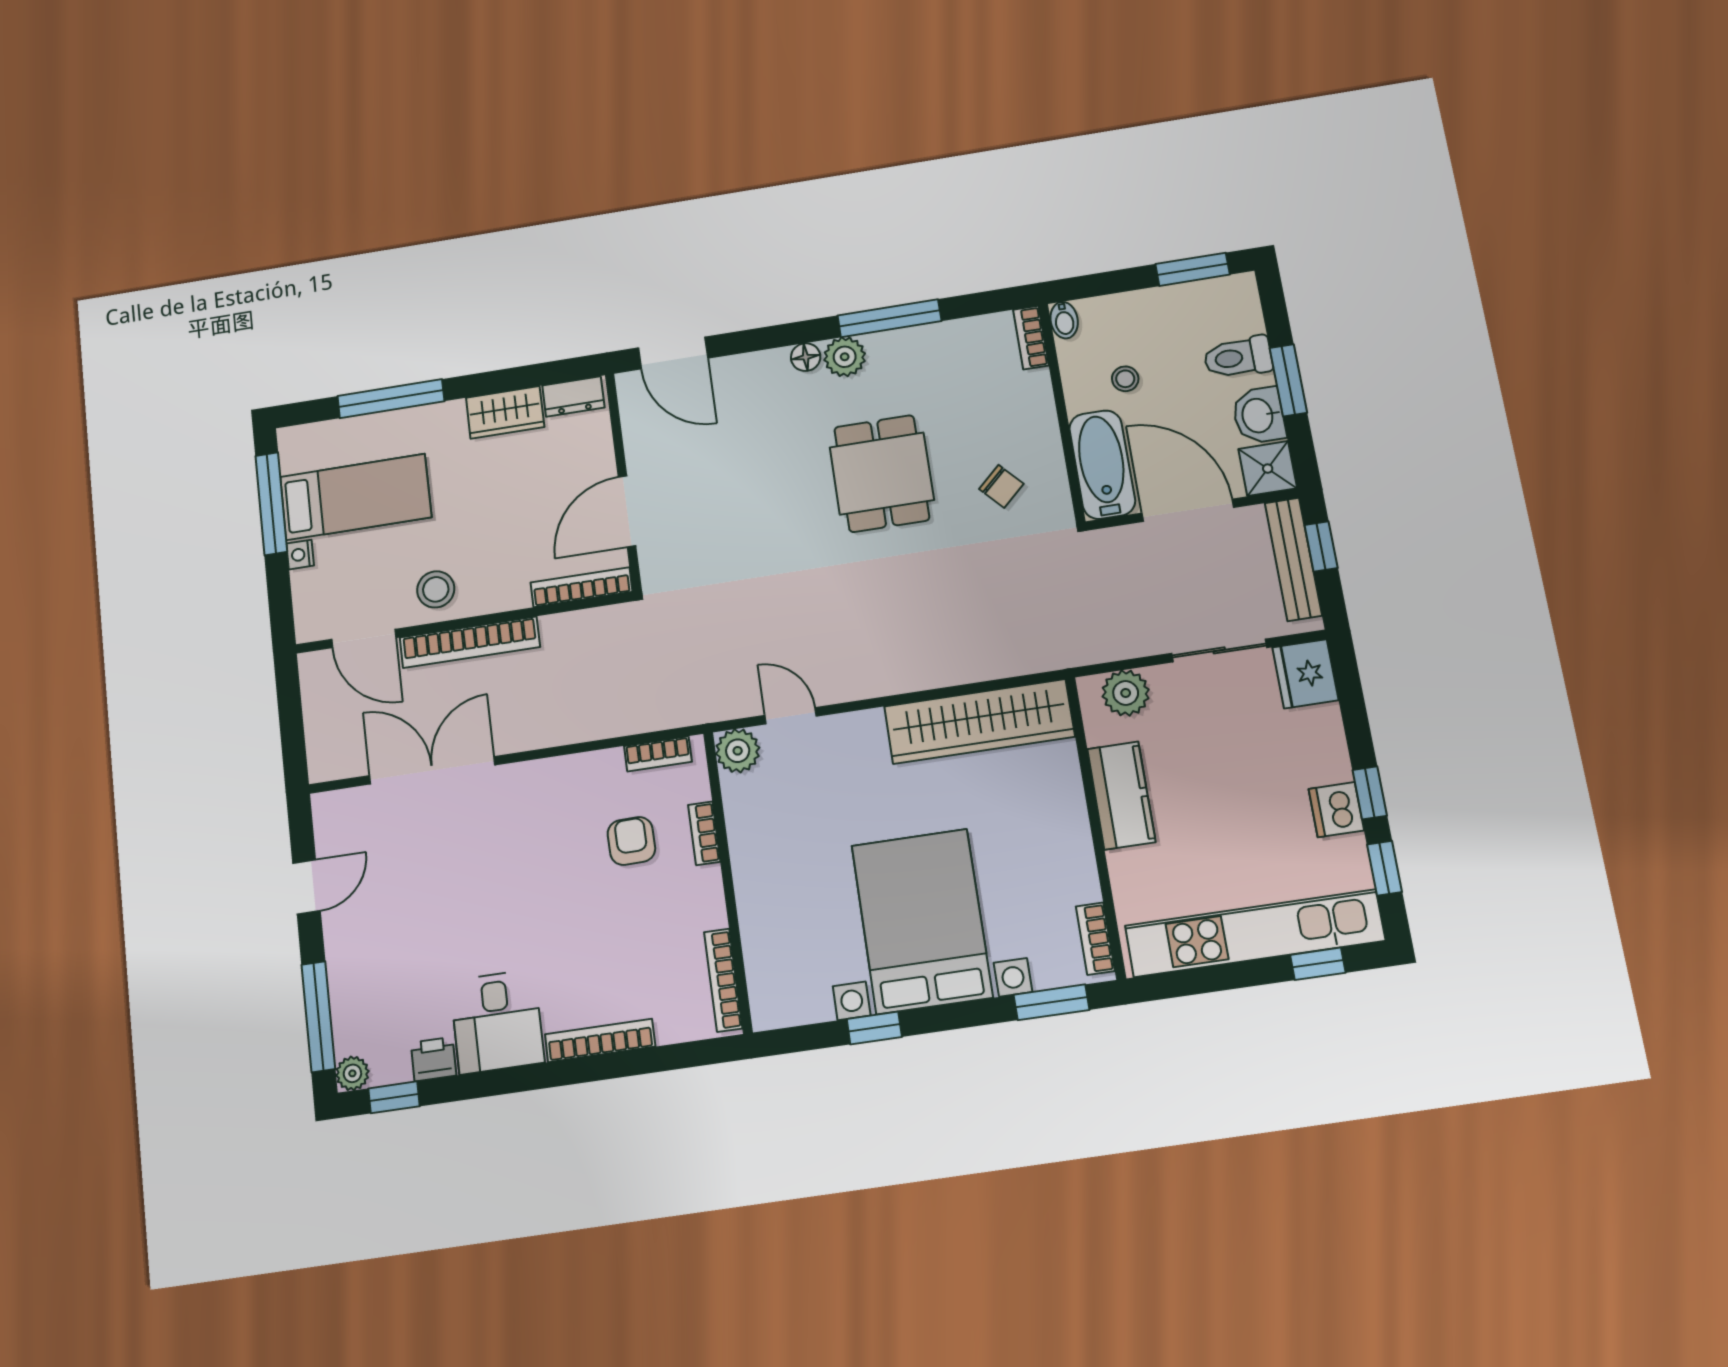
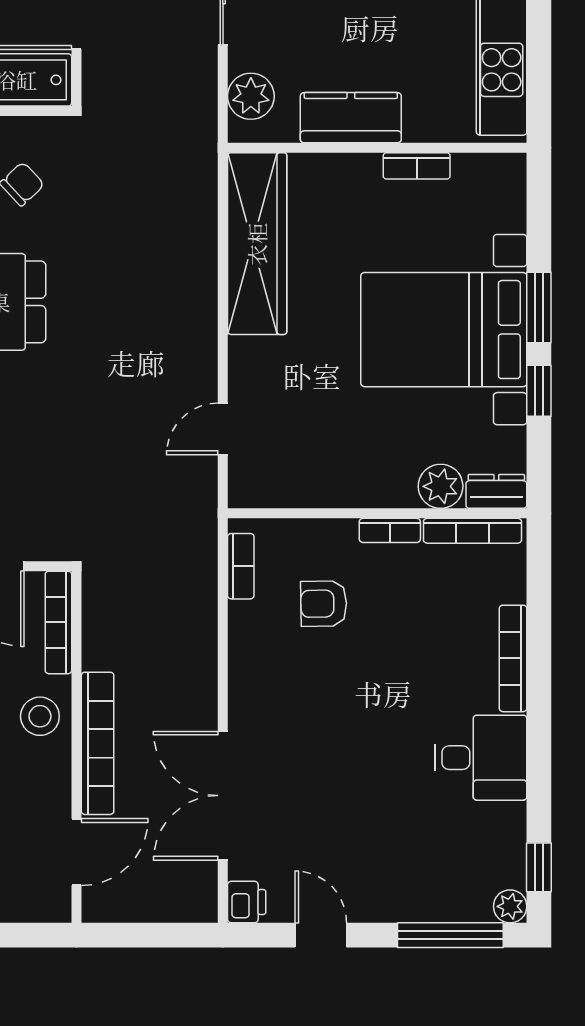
stool: (436, 589) -> (40, 716), moved
plant: (738, 751) -> (441, 486), moved
bookcase: (704, 833) -> (390, 530), moved
bookcase: (1095, 939) -> (417, 166), moved
dresser: (766, 999) -> (496, 491), added
window: (1052, 1002) -> (539, 307), moved
printer: (434, 1059) -> (247, 902), moved, turned 180

